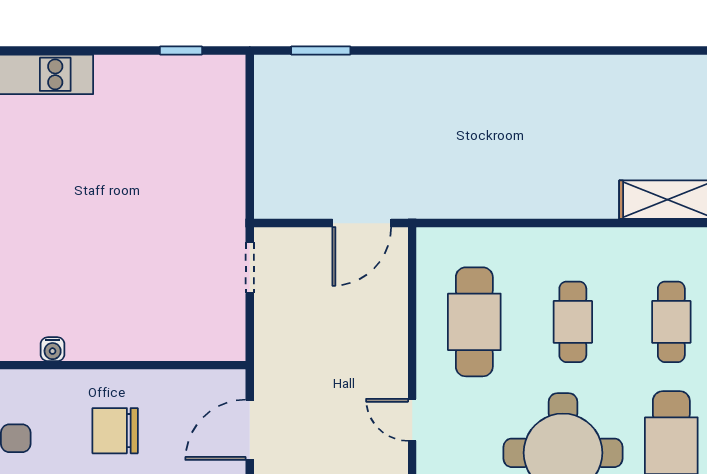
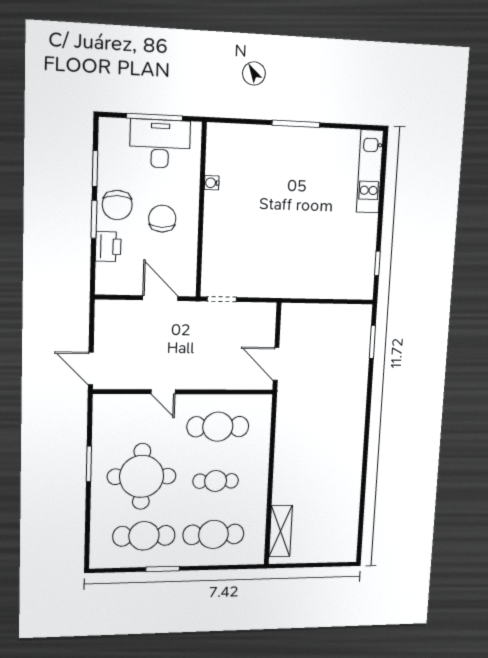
doorway: (250, 268) -> (222, 299), moved
cafe table: (671, 322) -> (213, 534), width x1.37, depth x1.35
door: (412, 420) -> (163, 392), swing flipped

